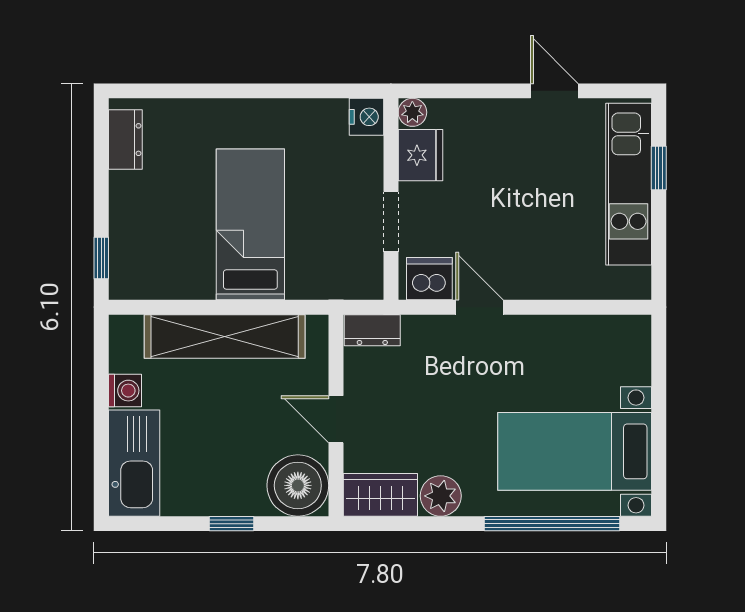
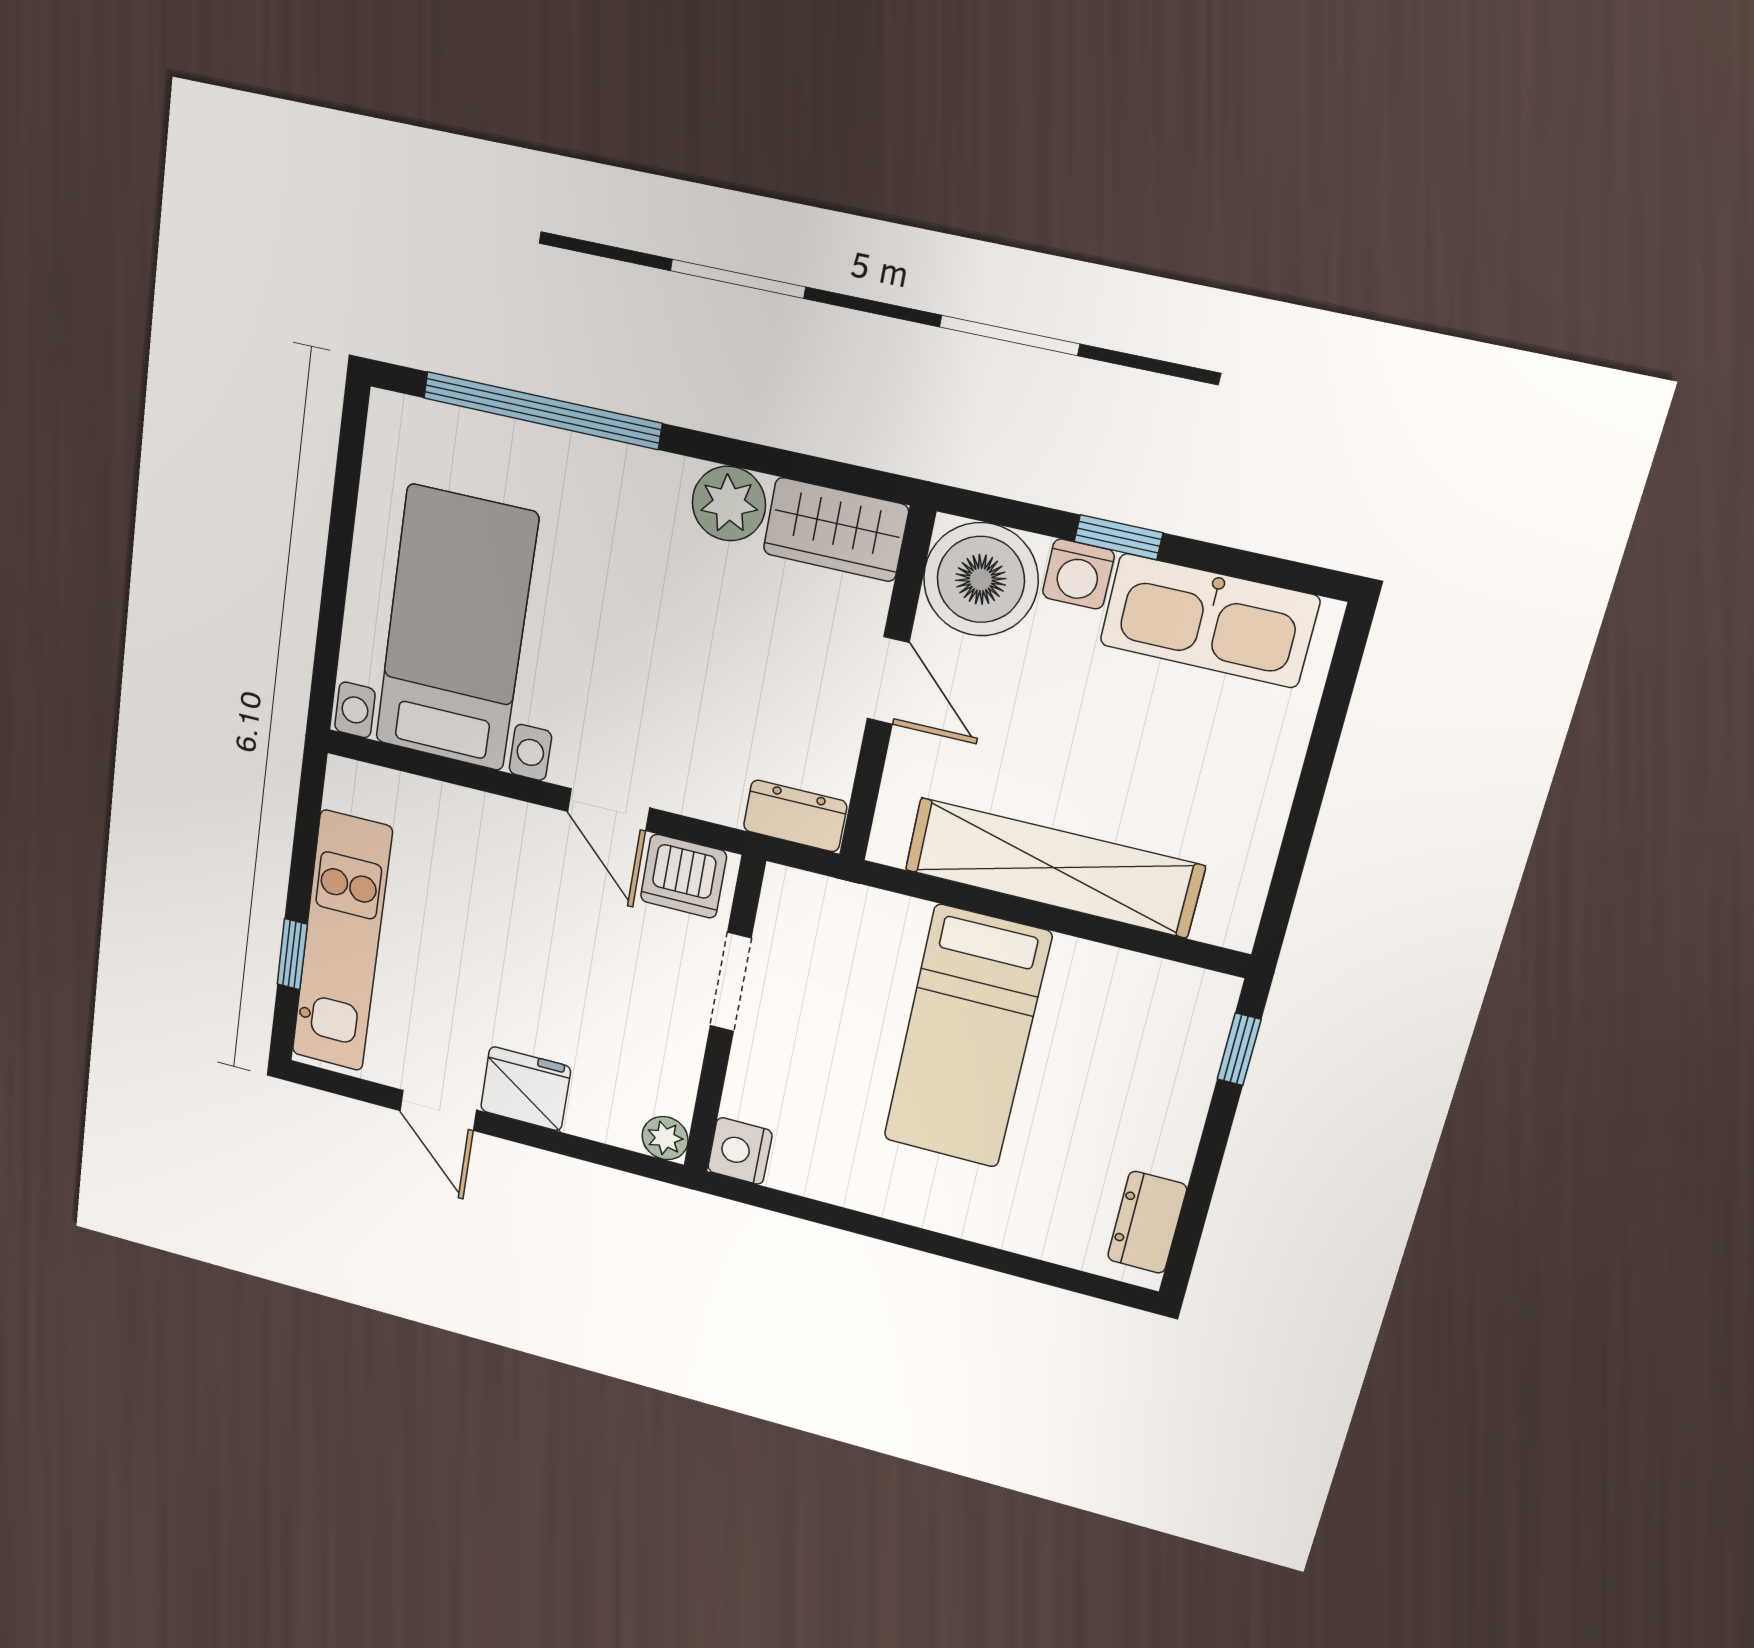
fridge: (421, 155) -> (525, 1089), moved, turned 90
washing machine: (125, 391) -> (1078, 574), moved, turned -90
bed with nightstands: (575, 451) -> (456, 629), moved, turned -90
kitchen sink: (134, 463) -> (1209, 621), moved, turned -90

